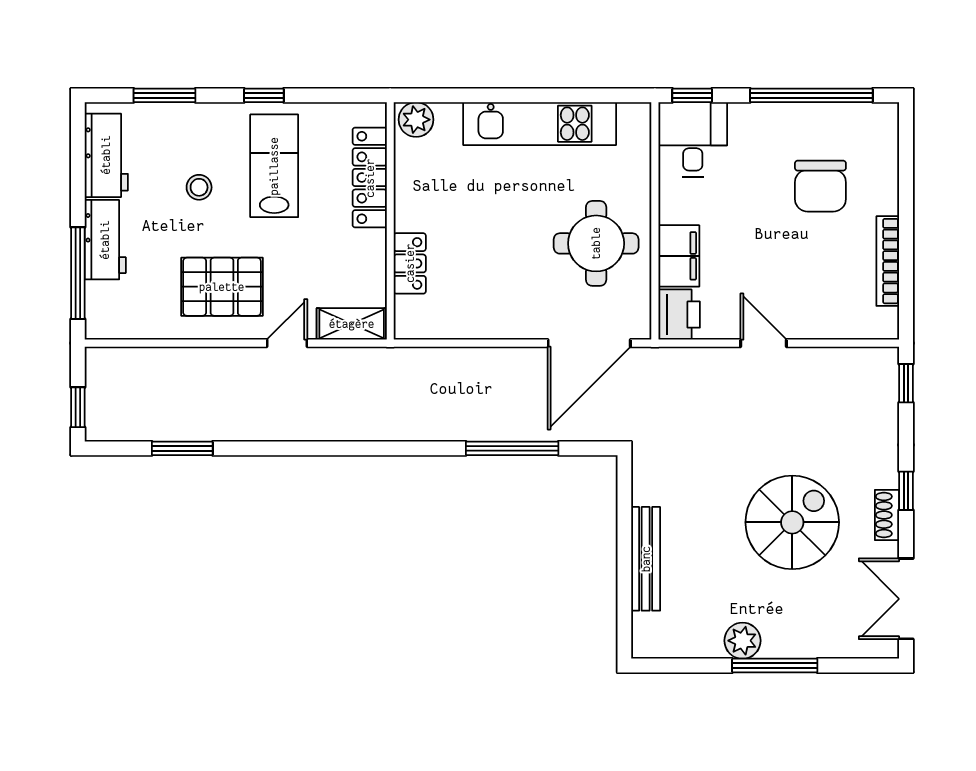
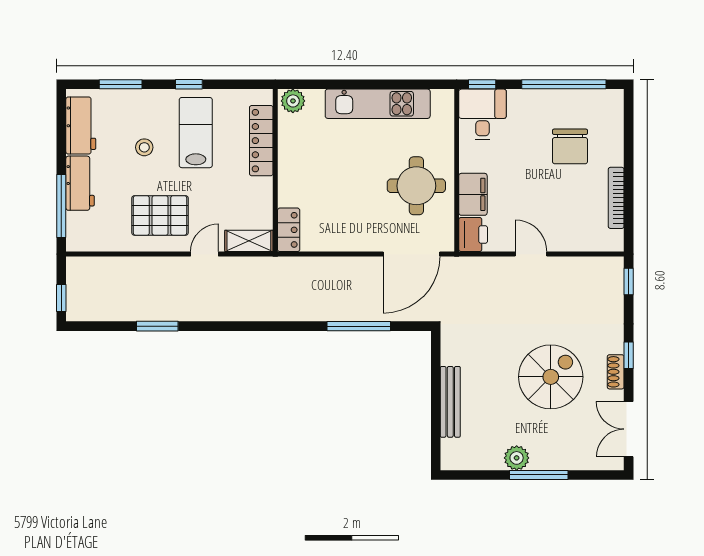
locker: (410, 263) -> (289, 230), moved
window: (182, 448) -> (157, 326), moved

